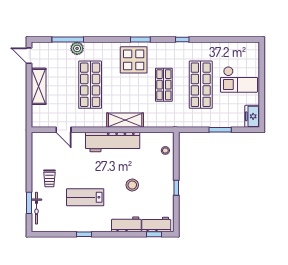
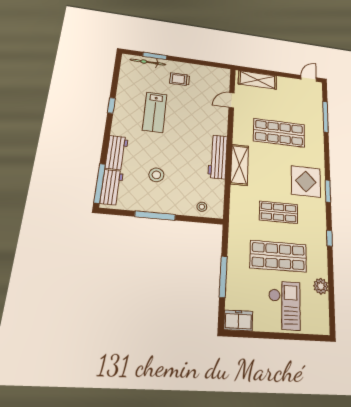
plant: (77, 48) -> (321, 286), moved
checkout: (239, 79) -> (284, 305), turned 180
shelving: (39, 86) -> (258, 80), moved
window: (220, 130) -> (223, 277), width x1.44
workbench: (113, 142) -> (218, 157), width x0.73, depth x0.76
stool: (132, 185) -> (156, 175), moved
window: (176, 188) -> (155, 216), width x2.17
lab bench: (85, 197) -> (155, 112), turned 180
window: (154, 234) -> (100, 183), width x2.17

